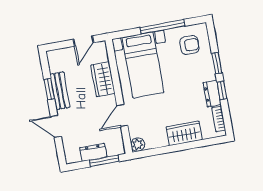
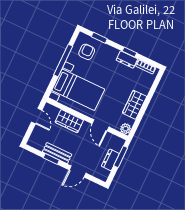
window: (217, 63) -> (99, 38), moved
wardrobe: (184, 133) -> (134, 105), moved

